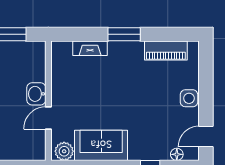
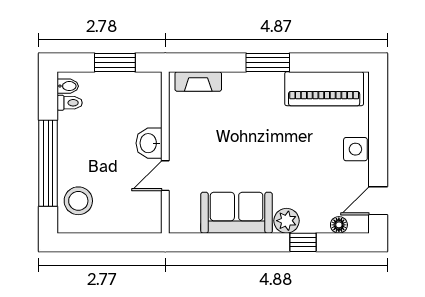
fireplace: (90, 48) -> (198, 82), moved
piano: (166, 51) -> (324, 89), width x1.37, depth x1.33
plant: (64, 151) -> (286, 221), moved

